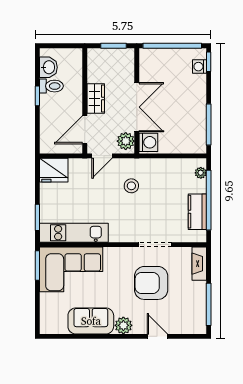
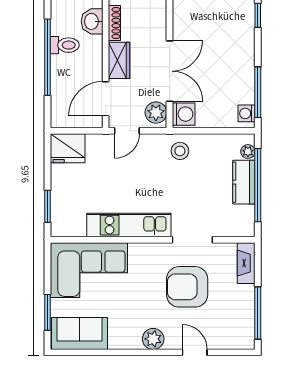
washbasin: (48, 67) -> (92, 21), moved, turned 180
washing machine: (200, 67) -> (247, 113), moved
shoe rack: (92, 68) -> (114, 23), added
window: (37, 96) -> (47, 57), width x3.17
stool: (131, 186) -> (180, 151), moved
kitchen counter: (197, 212) -> (244, 182), moved
kitchen unit: (74, 233) -> (129, 225), moved
window: (37, 265) -> (47, 312), moved
sofa: (91, 321) -> (80, 333), moved

